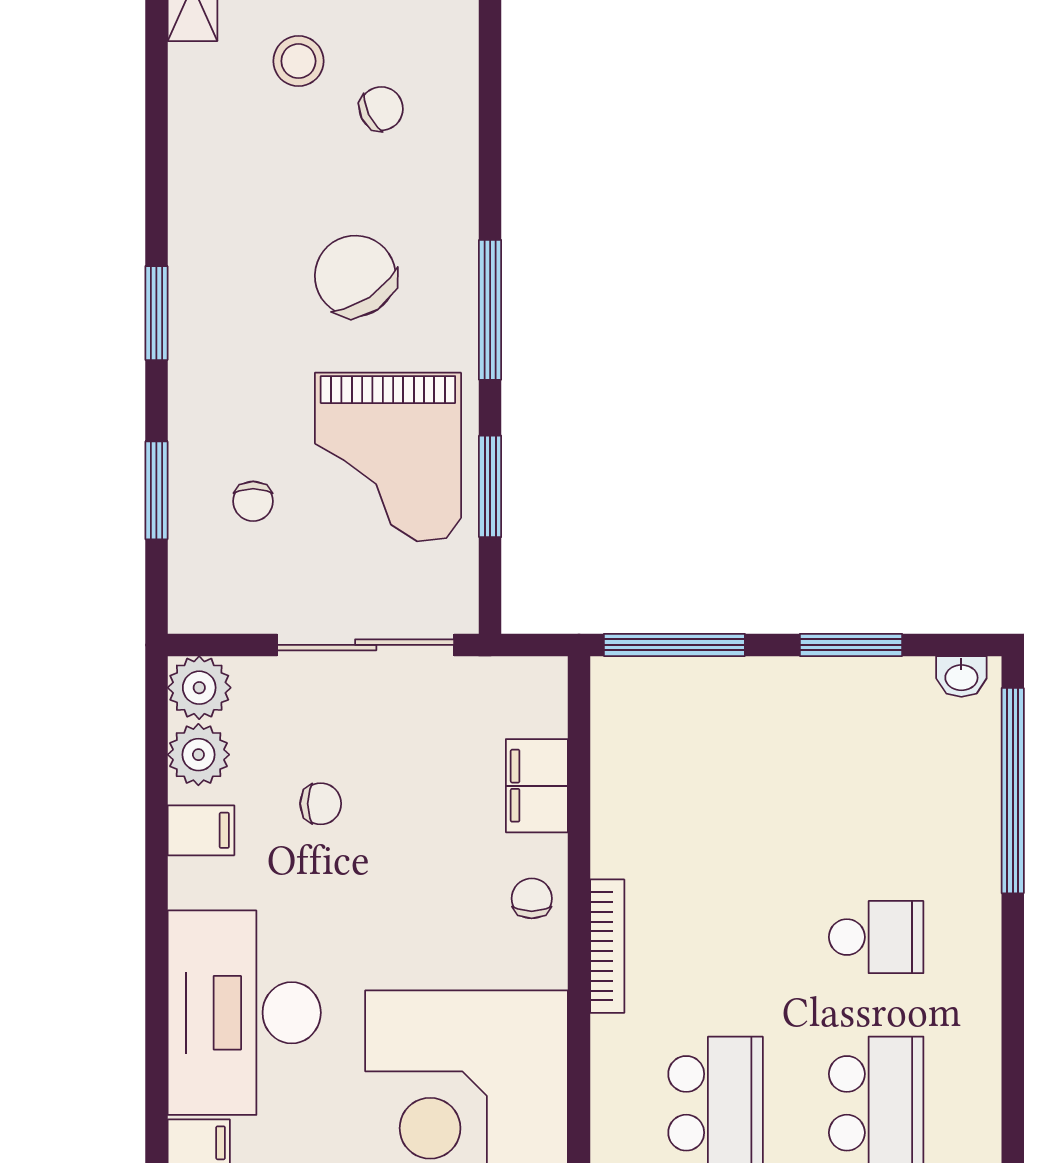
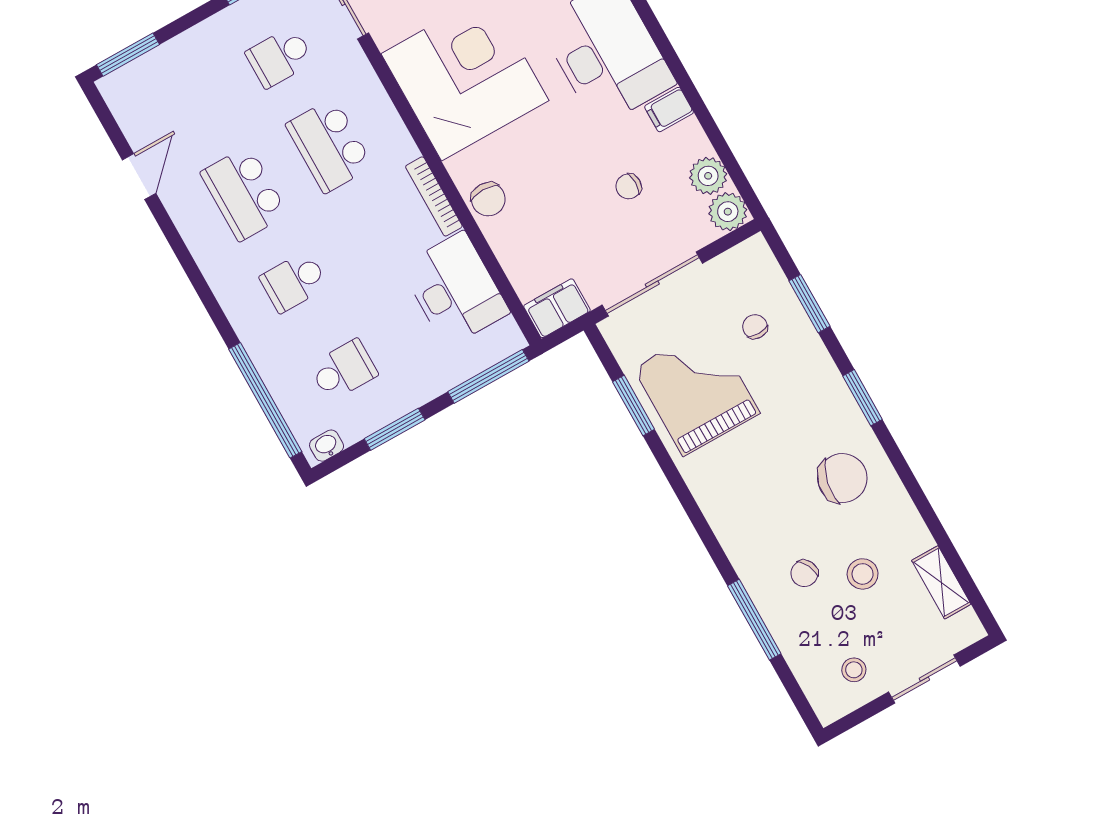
chair: (355, 276) -> (842, 478), moved, turned -44
window: (490, 310) -> (754, 620), moved
school desk: (876, 771) -> (344, 370), added
filing cabinet: (537, 786) -> (557, 308), moved, turned -90
desk: (652, 796) -> (455, 289), added
filing cabinet: (201, 830) -> (669, 110), moved
chair: (532, 898) -> (488, 199), width x1.37, depth x1.37

